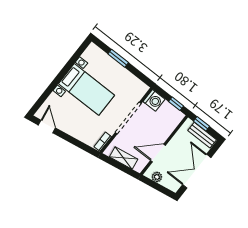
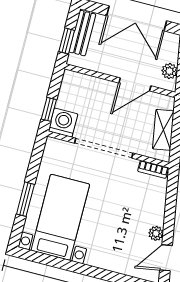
bed with nightstands: (86, 89) -> (60, 217), moved
window: (176, 104) -> (49, 109), moved
plant: (64, 127) -> (156, 233), added
door: (158, 153) -> (135, 84), hinge flipped

